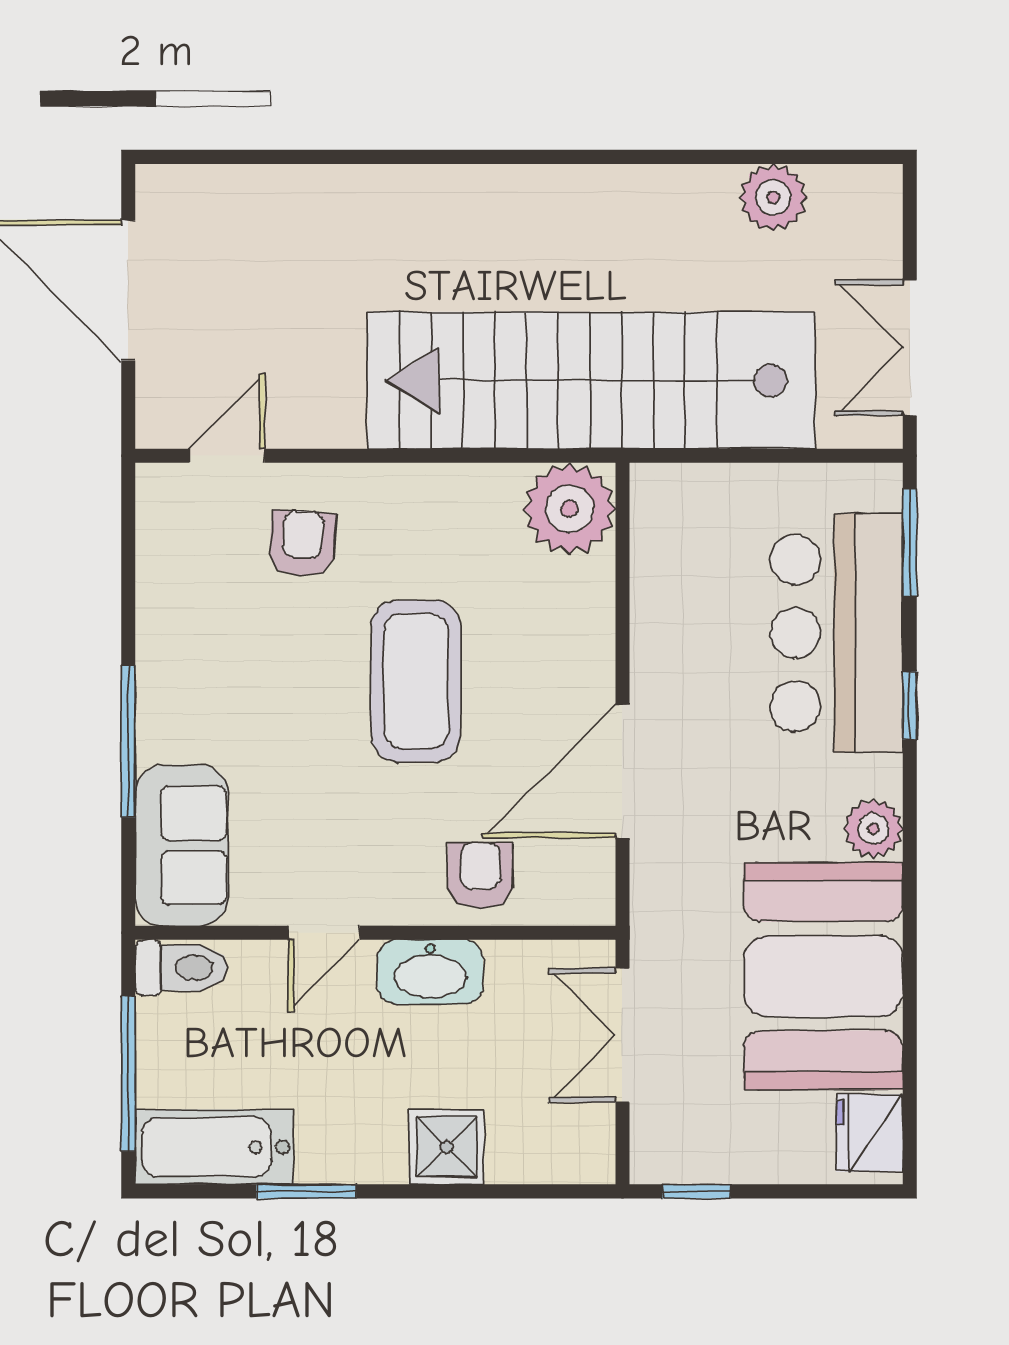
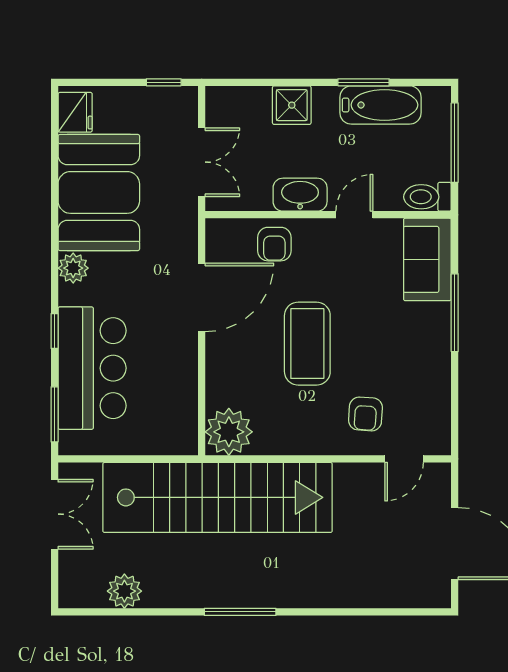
window: (547, 157) -> (240, 612), added
bathtub: (214, 1147) -> (380, 105), moved

